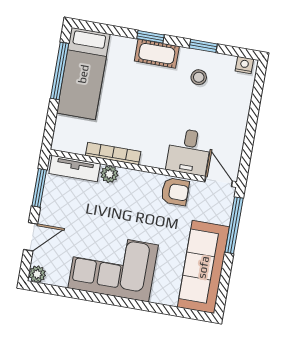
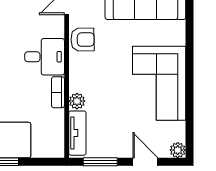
desk: (189, 152) -> (45, 57), moved
bookcase: (113, 154) -> (58, 92), width x0.64
armchair: (175, 192) -> (82, 40), turned 89

